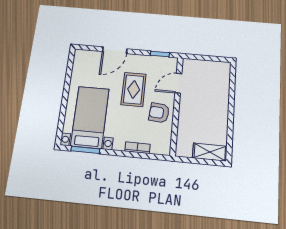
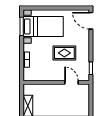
door: (115, 50) -> (91, 21), moved
armchair: (159, 113) -> (50, 71), removed

